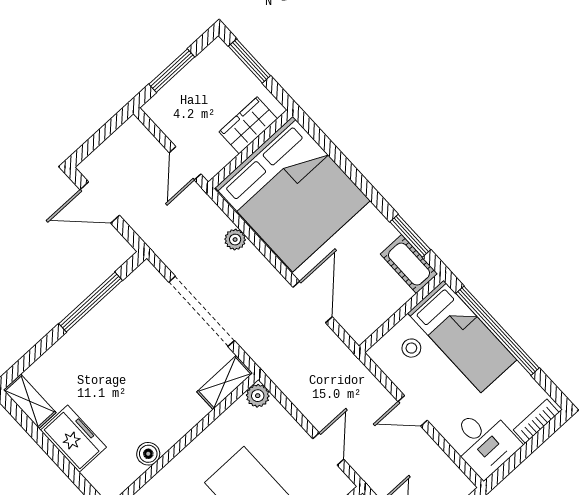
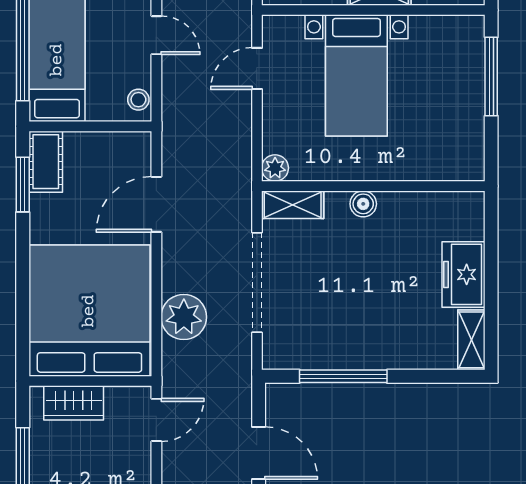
plant: (235, 240) -> (184, 317), width x1.87, depth x1.87
stool: (411, 348) -> (138, 100), moved
boiler: (148, 454) -> (363, 204), moved

